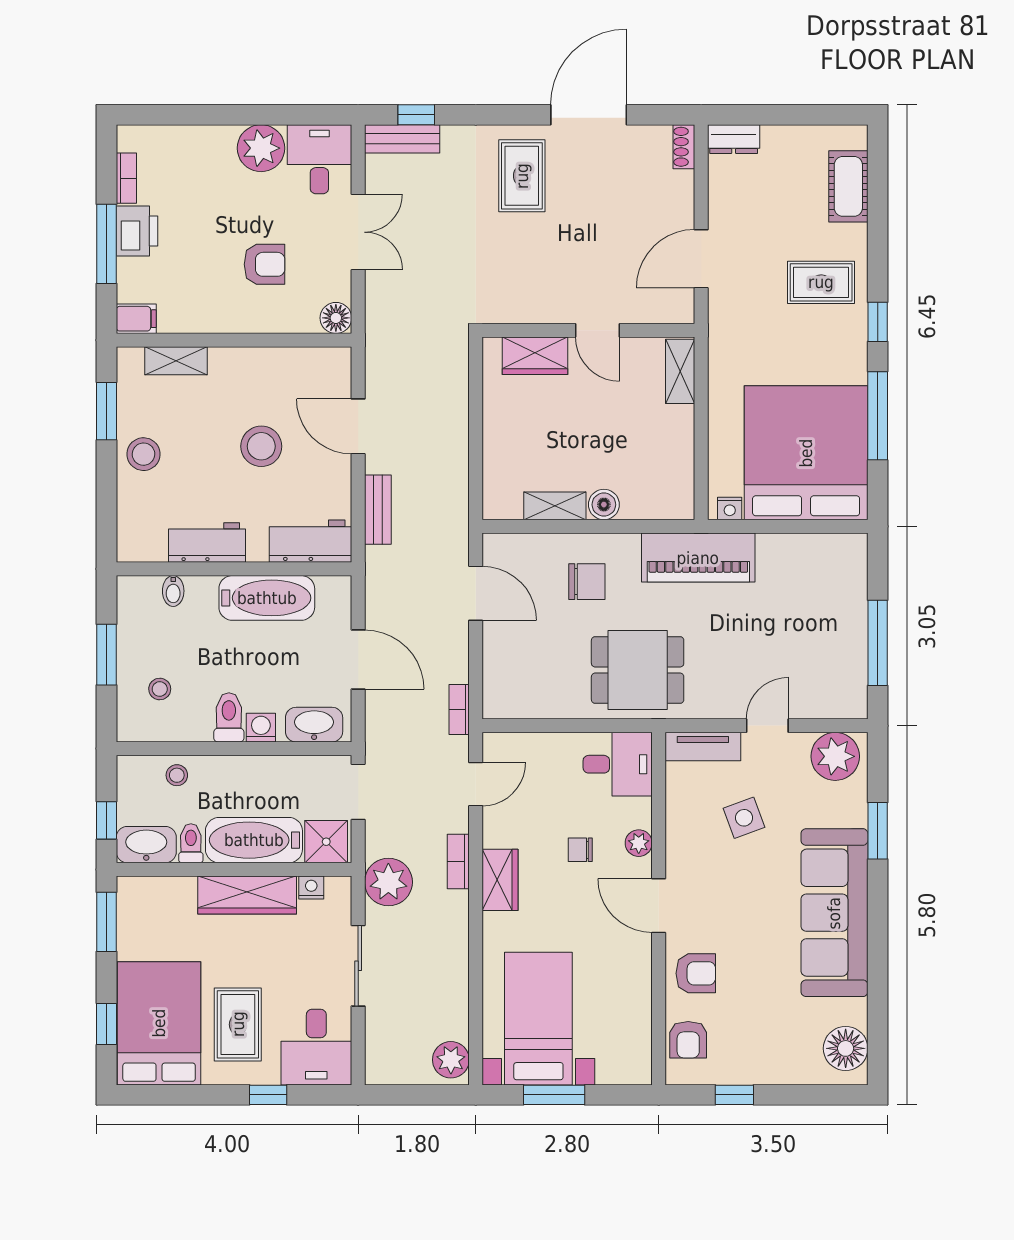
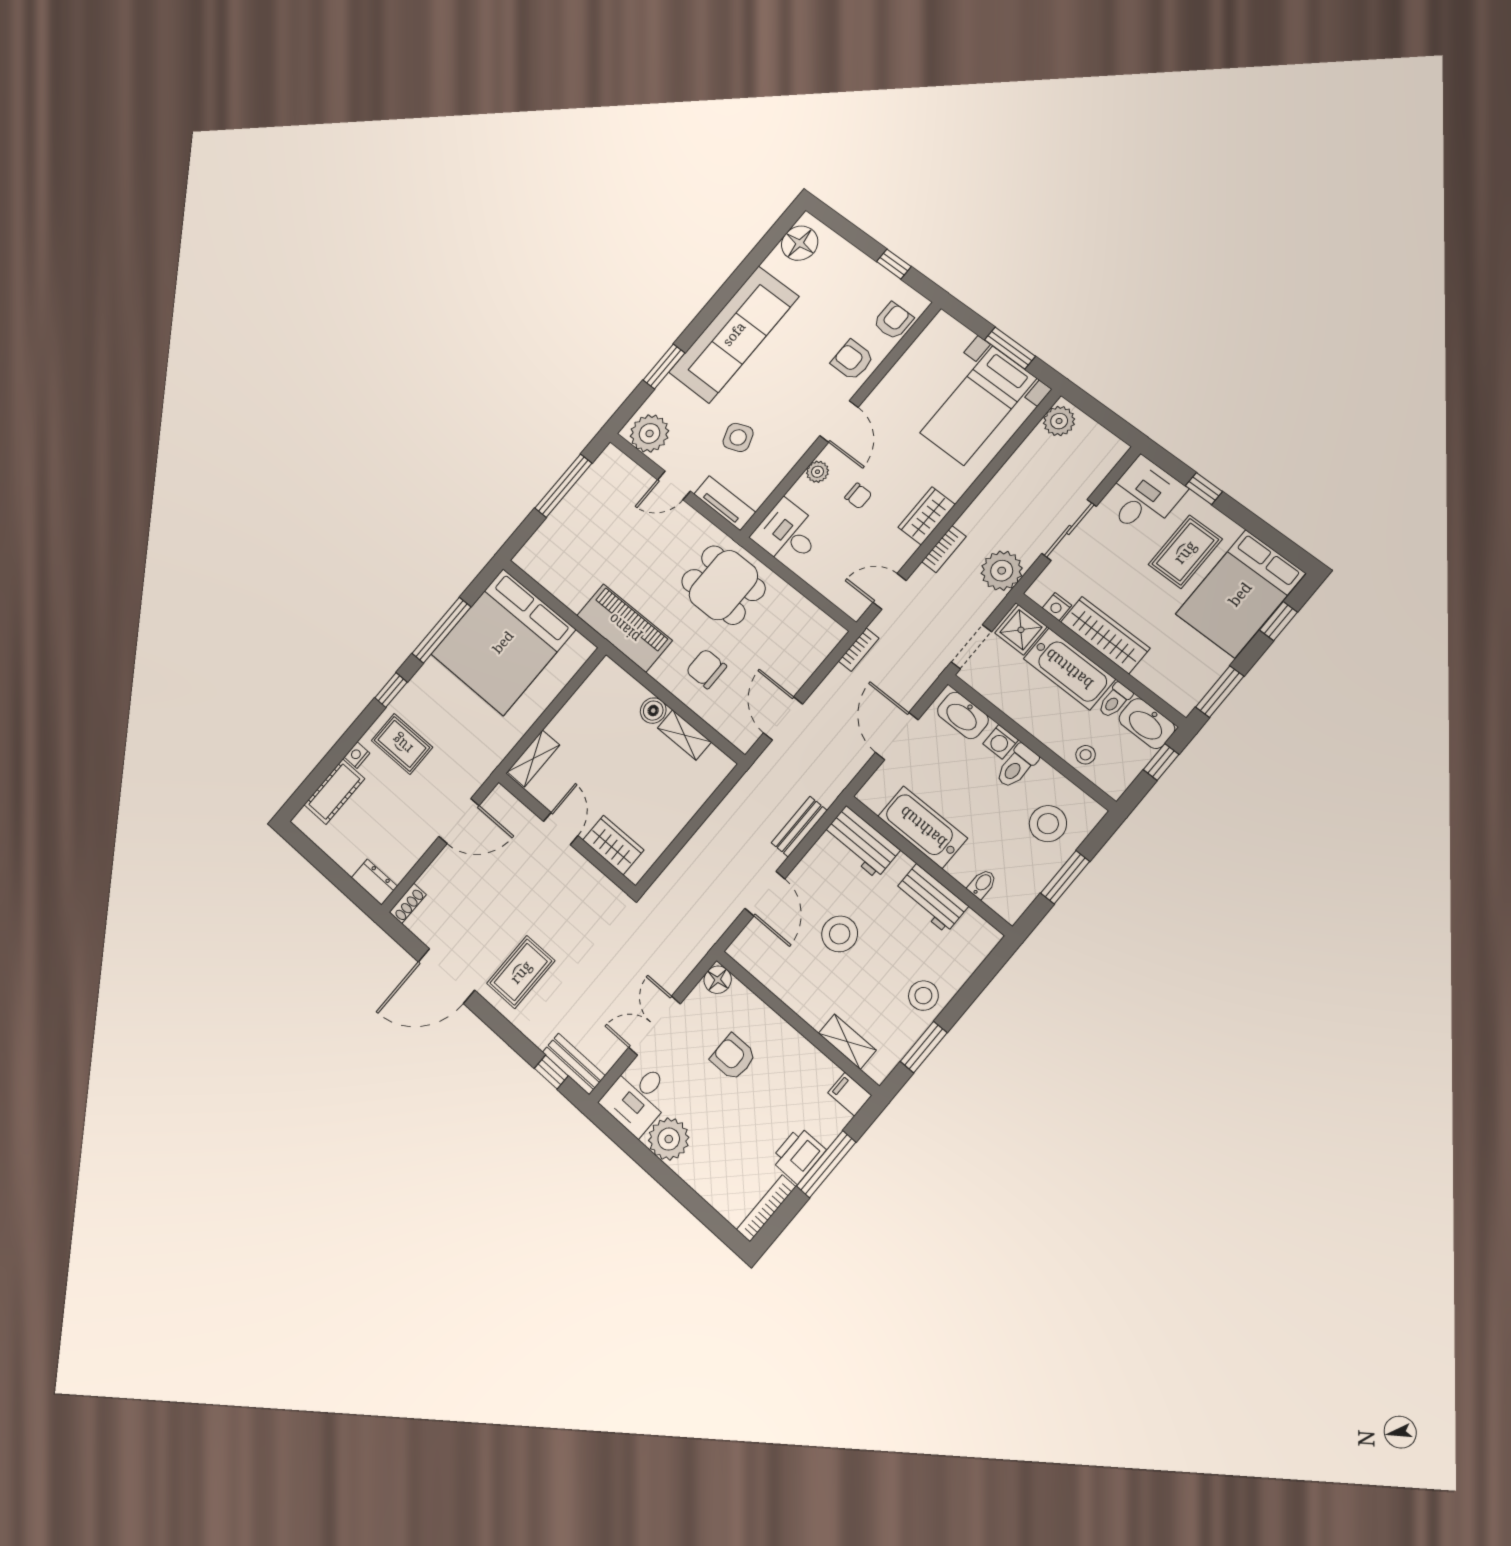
bookcase: (126, 178) -> (766, 1208), width x1.56
nightstand: (730, 508) -> (357, 755), moved, turned -90
stool: (160, 689) -> (1048, 824), width x1.89, depth x1.89

